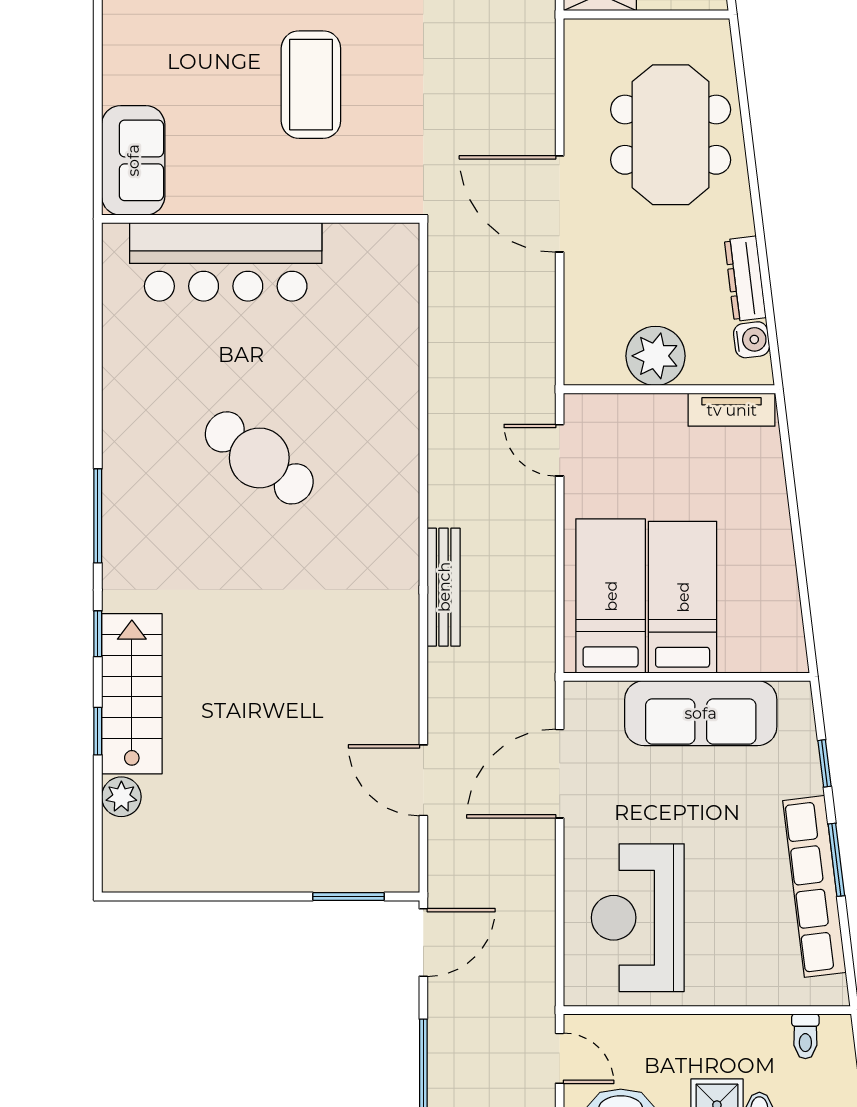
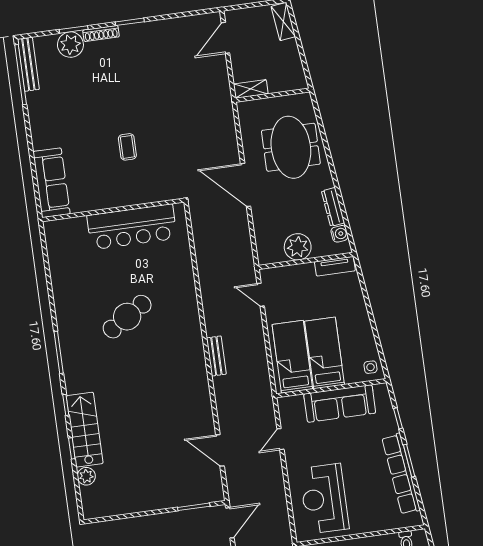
coffee table: (311, 85) -> (127, 147), width x0.54, depth x0.58
sofa: (133, 160) -> (51, 183), width x1.36
bar counter: (226, 262) -> (132, 227), moved
cafe table: (259, 458) -> (127, 317), turned -69
bench: (444, 587) -> (216, 356), width x0.73
side table: (779, 642) -> (370, 367), added
door: (560, 774) -> (280, 439), width x0.53

